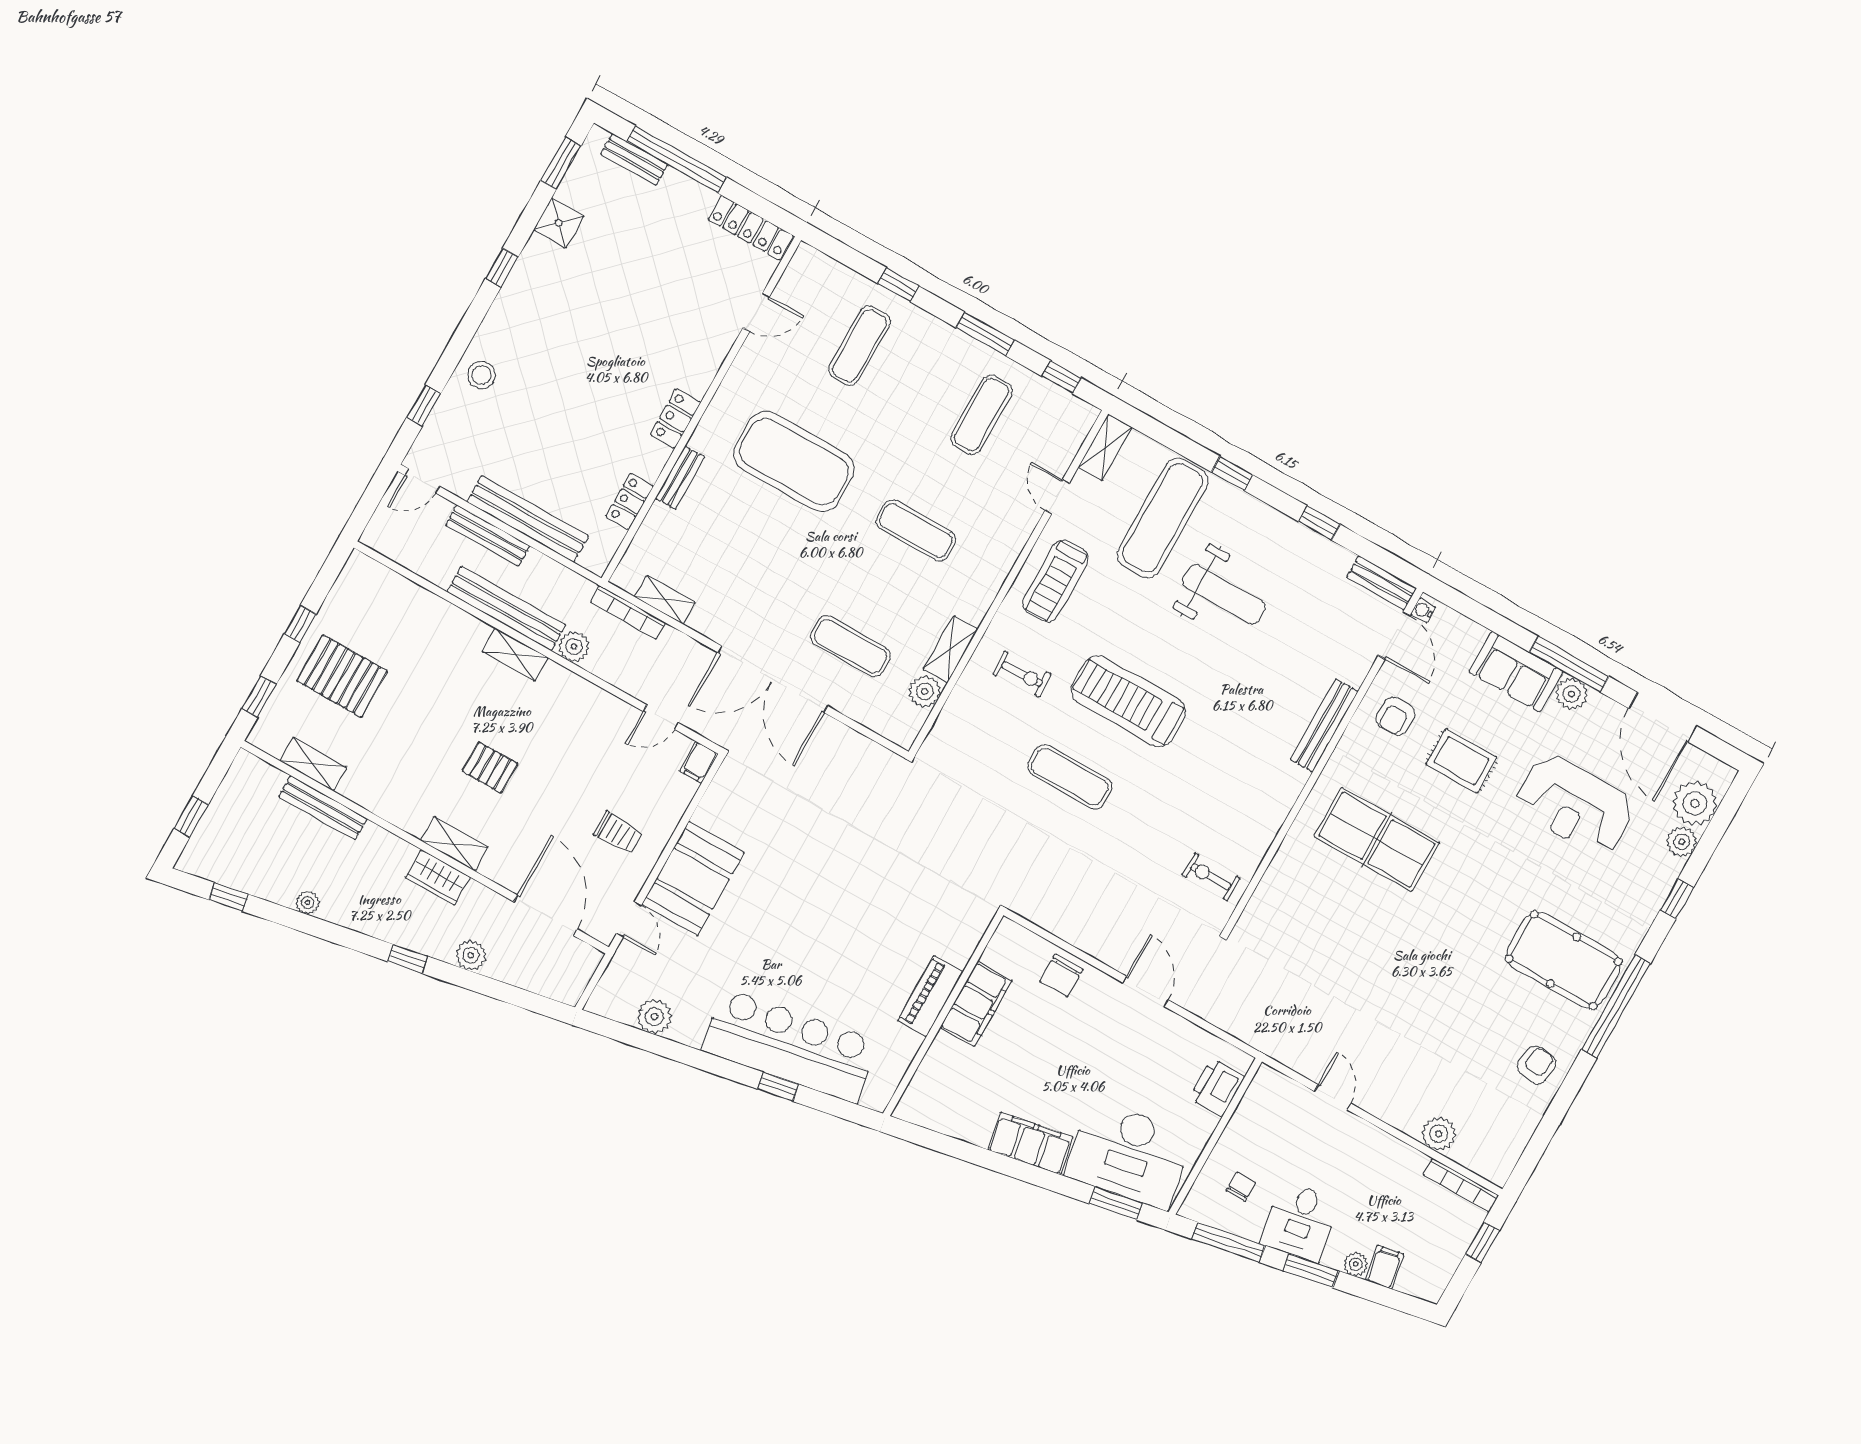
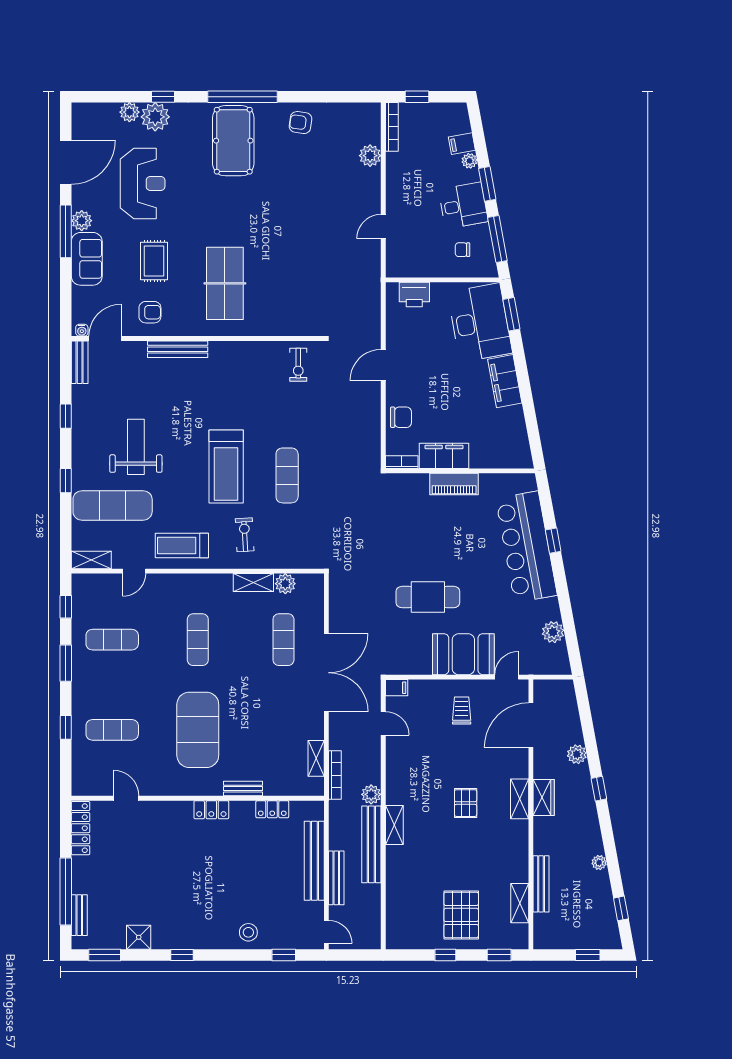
treadmill: (1055, 581) -> (182, 546), turned 180
plant: (1695, 803) -> (155, 117), moved
cafe table: (798, 874) -> (428, 597), added
bookcase: (1000, 942) -> (402, 462), added

